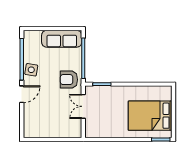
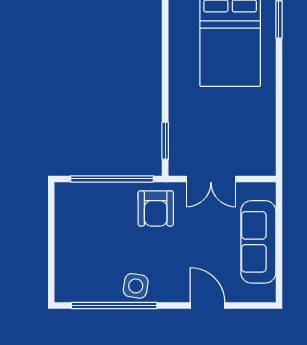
sofa: (62, 39) -> (258, 242), moved, turned 180
door: (22, 94) -> (207, 305), moved

